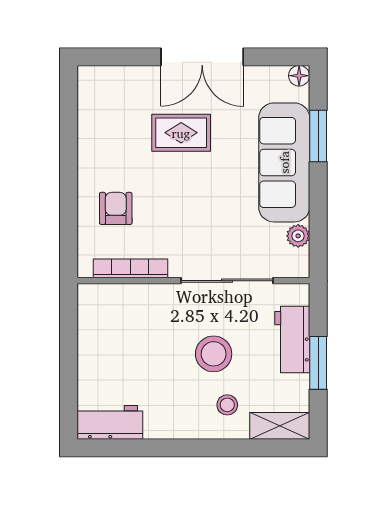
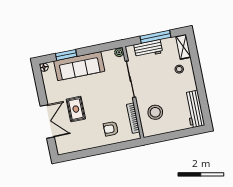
double door: (202, 57) -> (47, 121), moved
plant: (298, 236) -> (119, 52), moved
stool: (214, 354) -> (155, 112), moved
window: (318, 363) -> (155, 37), width x1.44
workbench: (110, 422) -> (195, 109), width x1.38

